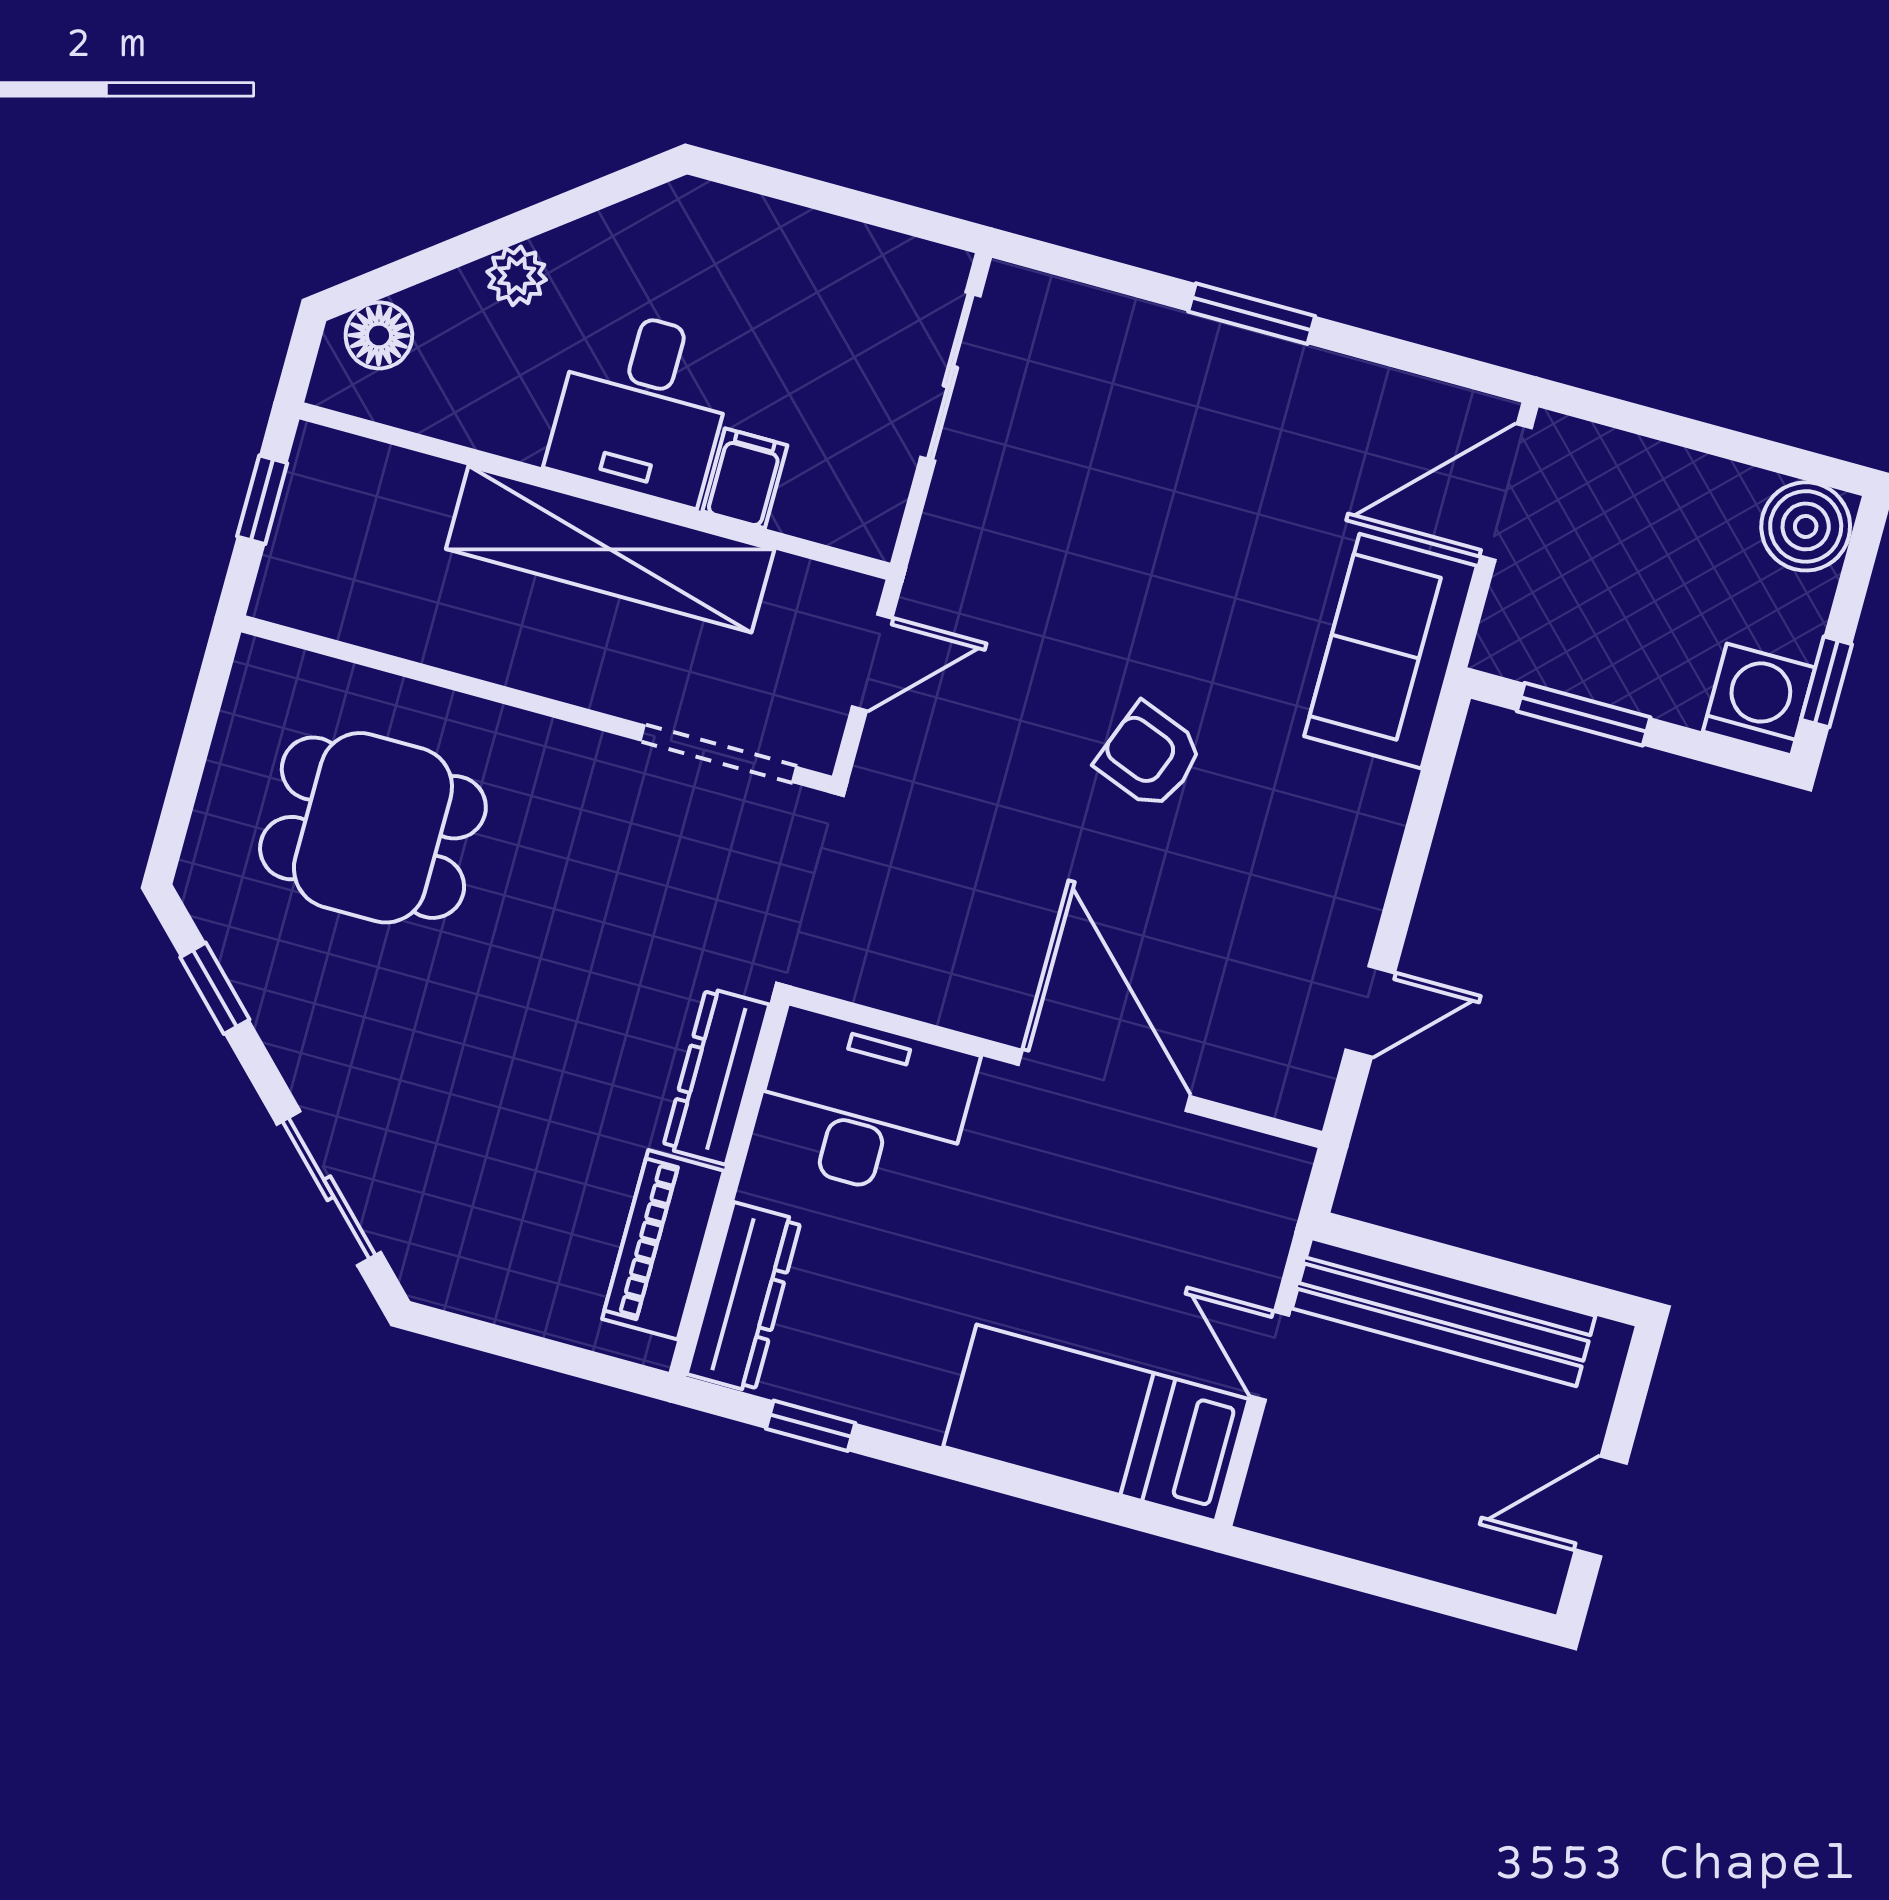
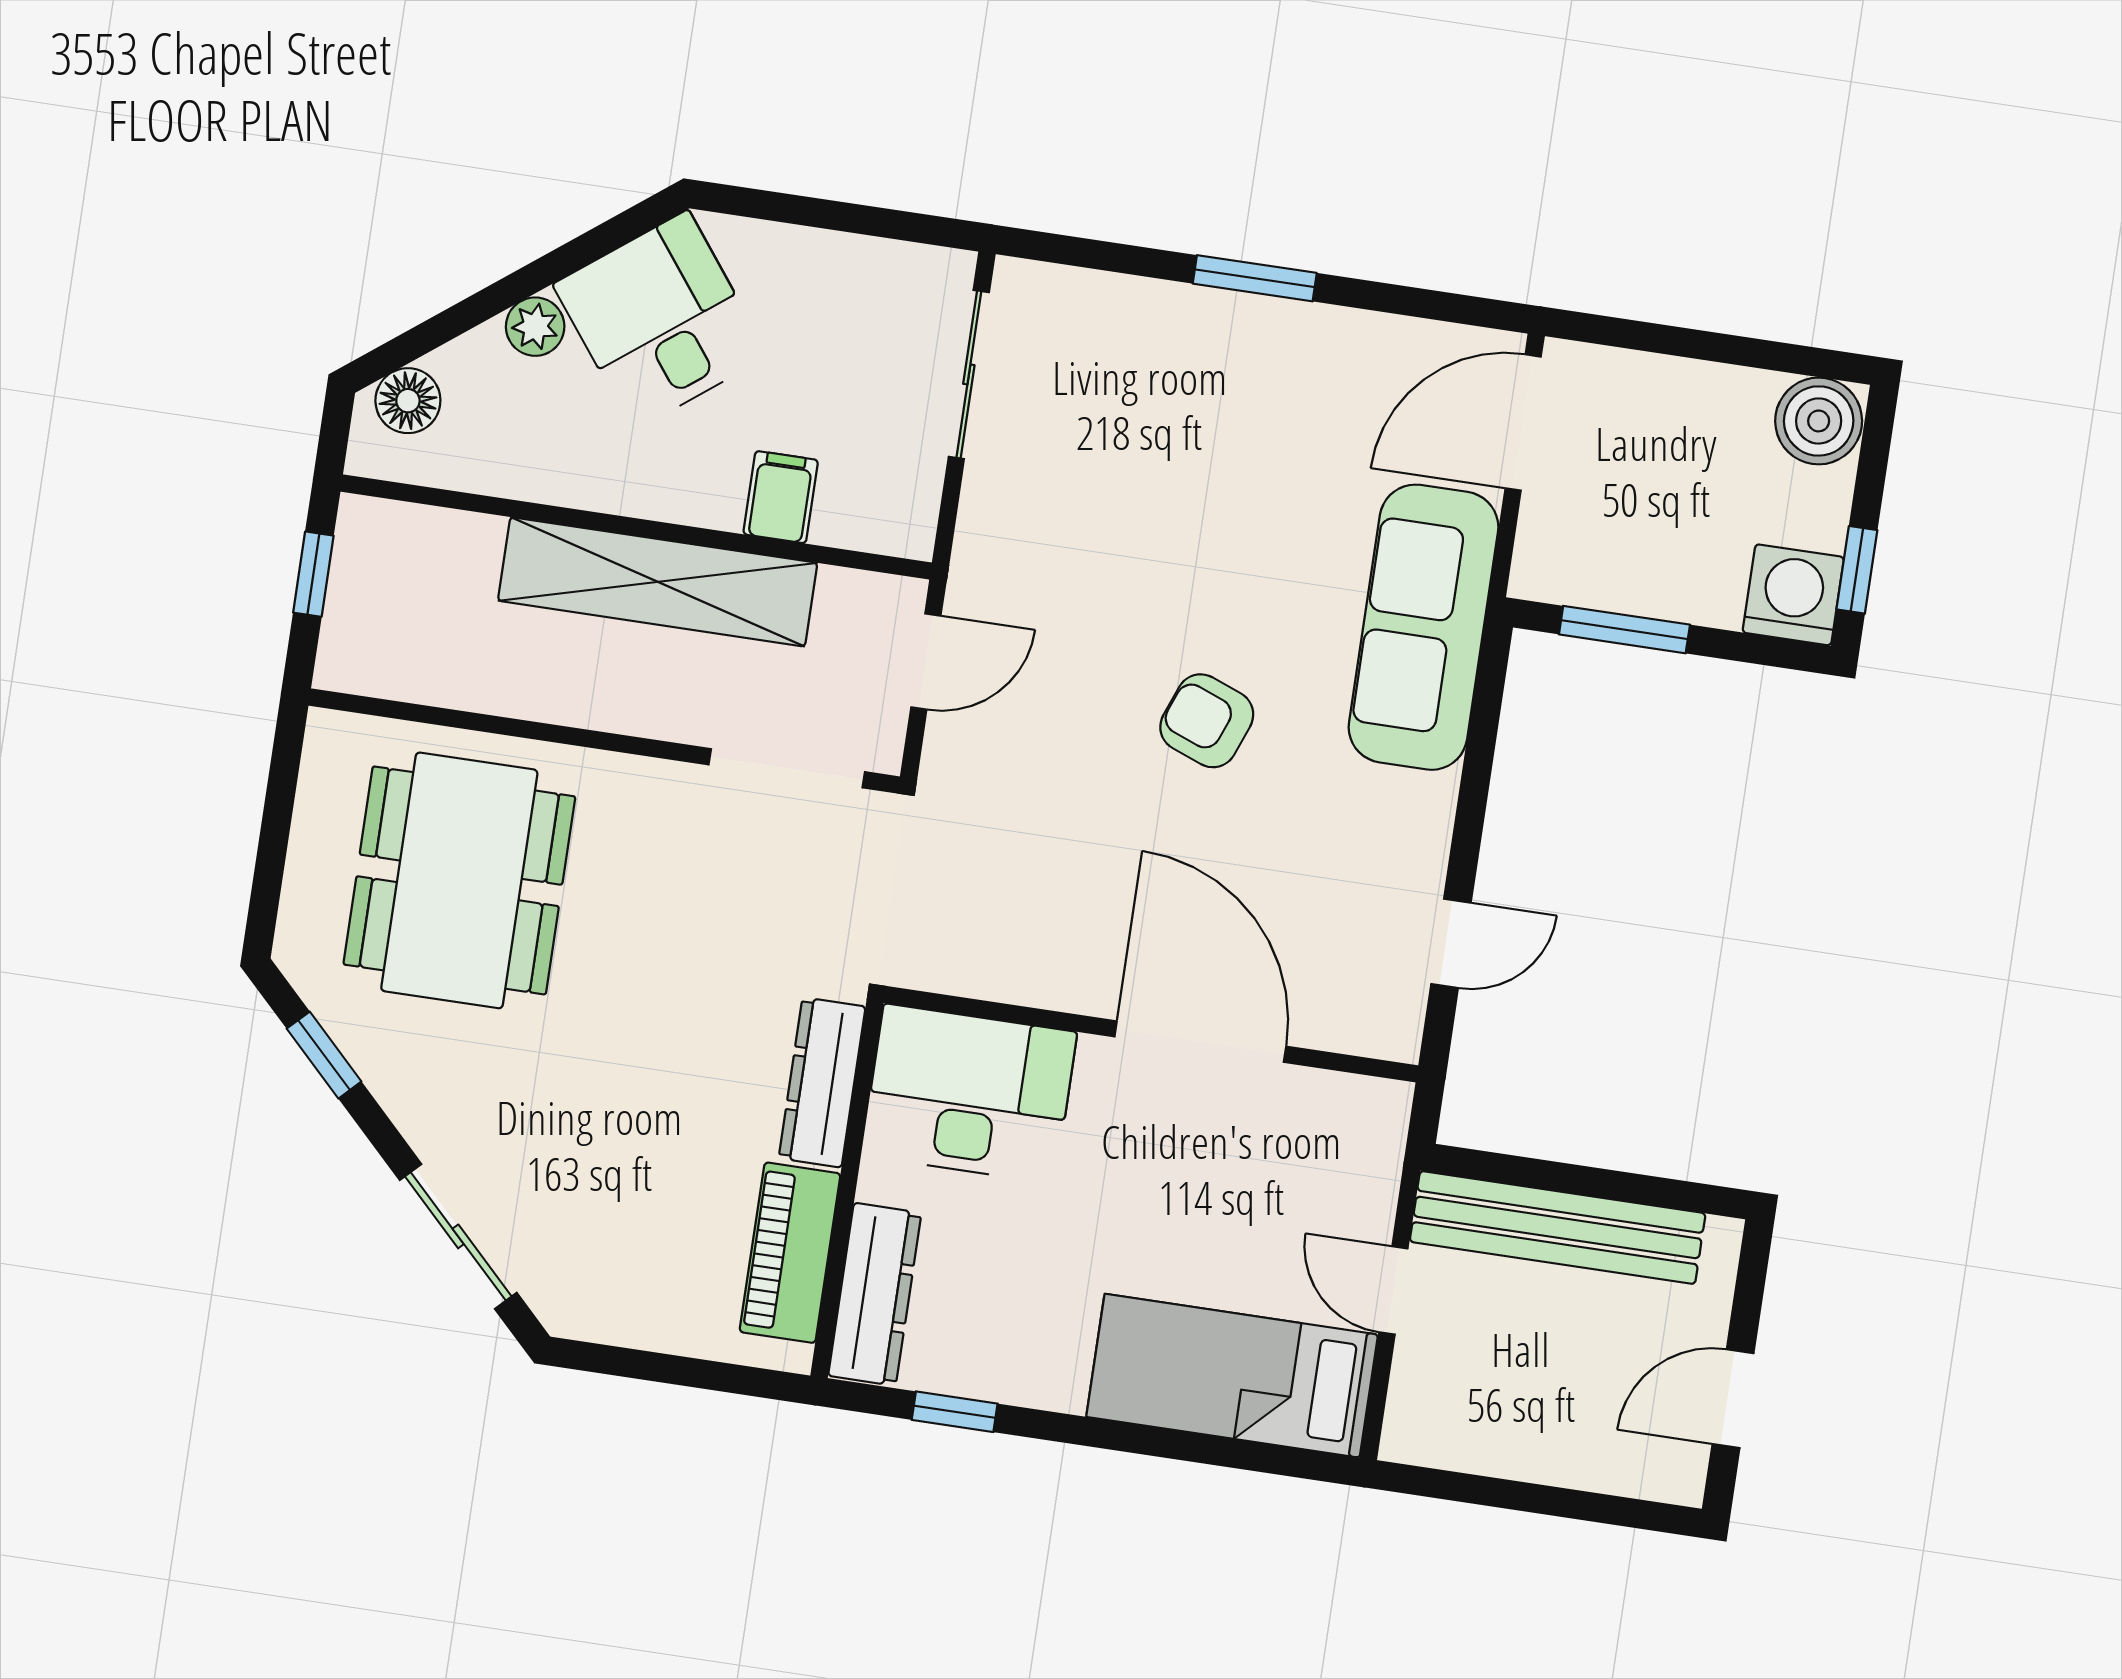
desk: (642, 406) -> (661, 320), moved, turned 143
sofa: (1390, 651) -> (1423, 627), width x1.36
dining table: (373, 828) -> (459, 880), width x1.38

